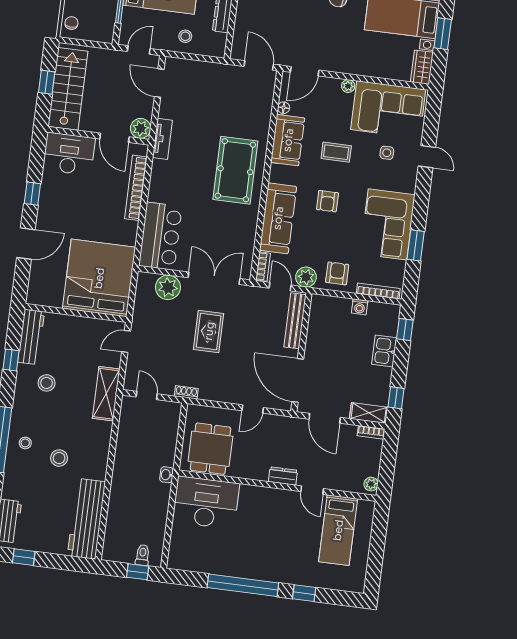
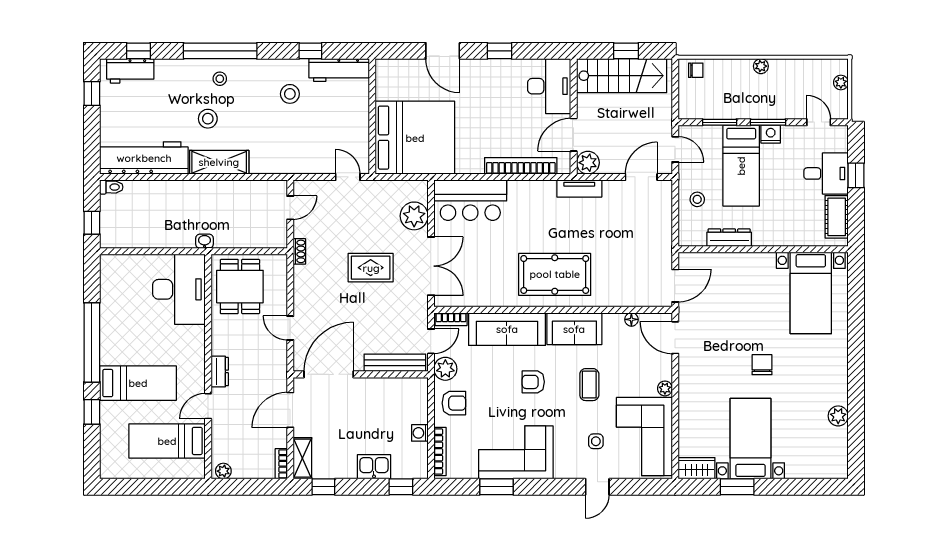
sofa: (288, 140) -> (574, 329), moved
shelving: (106, 394) -> (219, 162), moved
dining table: (210, 449) -> (240, 287), turned 90
bed: (284, 549) -> (138, 383), added
toilet: (143, 555) -> (111, 187), moved

